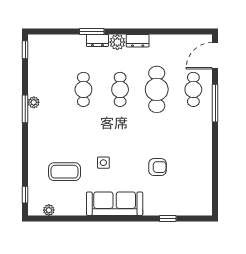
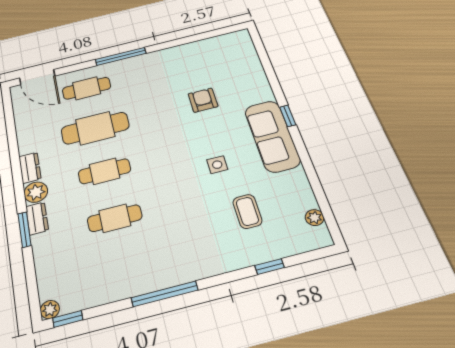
plant: (34, 102) -> (50, 310), moved
window: (215, 103) -> (121, 56), moved
window: (25, 109) -> (165, 294), width x1.44
coffee table: (65, 172) -> (247, 211), width x0.73, depth x0.77
window: (25, 195) -> (269, 267), moved
window: (168, 219) -> (288, 116), moved

